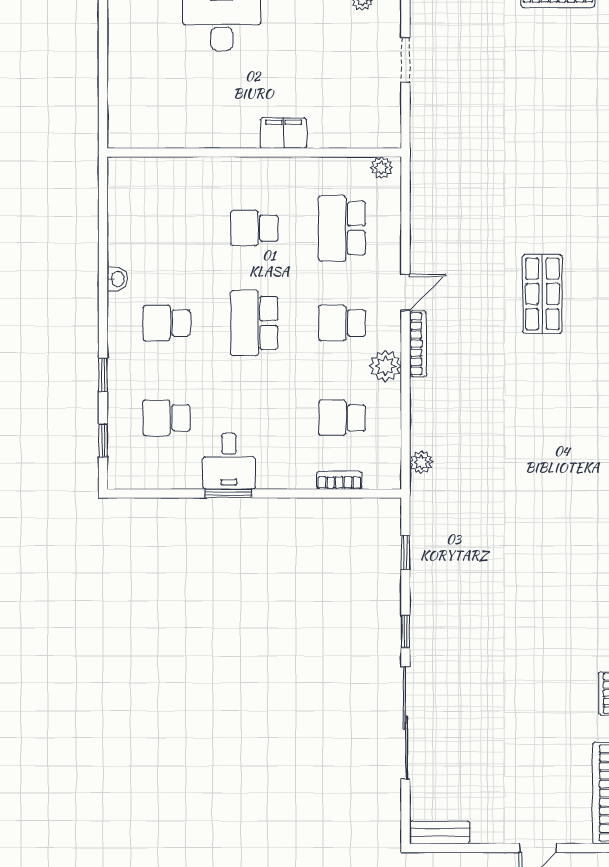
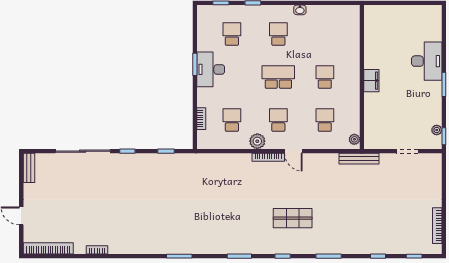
filing cabinet: (284, 133) -> (371, 81), moved
bench: (421, 158) -> (359, 159), added
school desk: (342, 228) -> (325, 120), width x0.54
desk: (229, 461) -> (211, 69), width x1.37
plant: (421, 462) -> (210, 159), removed

